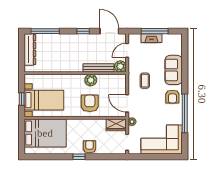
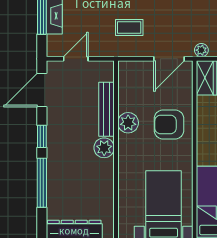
window: (45, 31) -> (42, 183), moved
door: (127, 50) -> (76, 59), swing flipped
plant: (120, 66) -> (104, 148), moved

